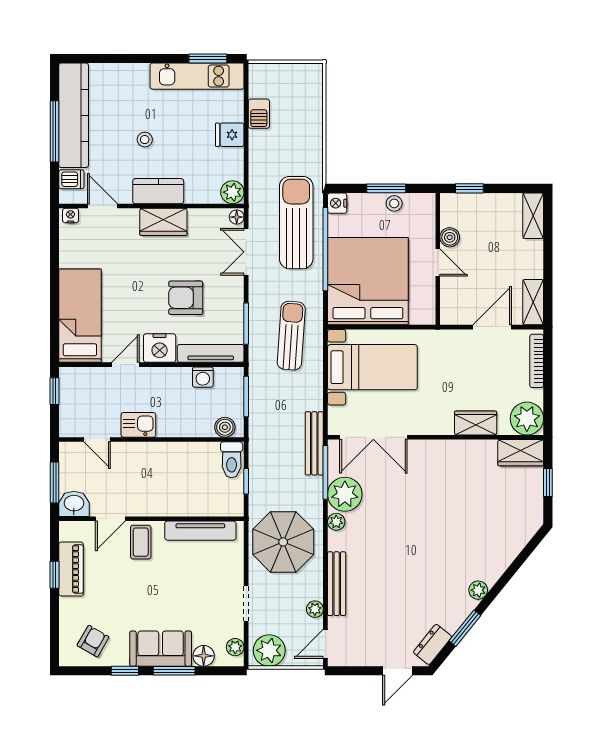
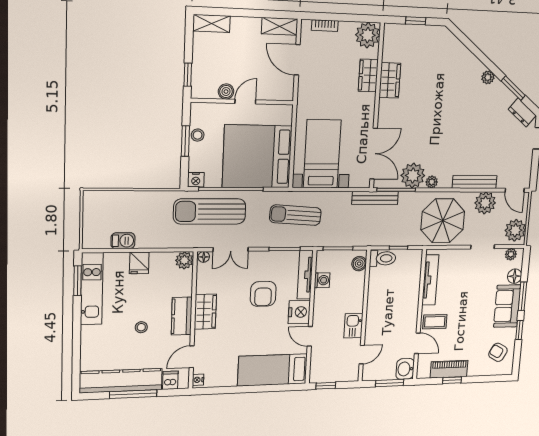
bookcase: (537, 361) -> (325, 26), width x0.64
wardrobe: (521, 453) -> (390, 80), moved
plant: (315, 609) -> (485, 203), width x1.88, depth x1.88

